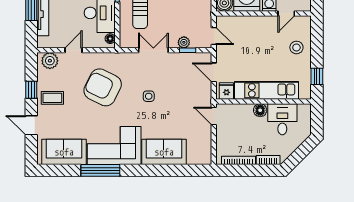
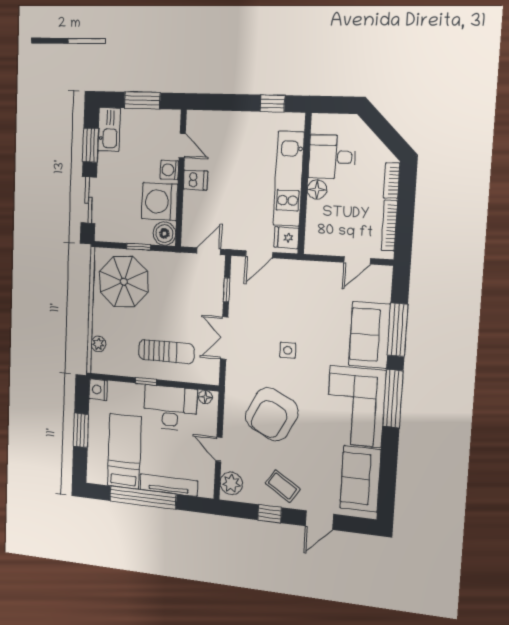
dishwasher: (263, 24) -> (195, 180), added
plant: (184, 42) -> (215, 294), removed
stool: (296, 47) -> (230, 133), removed
coffee table: (52, 98) -> (283, 486), turned -57
door: (214, 116) -> (357, 260), moved
window: (100, 170) -> (393, 399), moved
window: (169, 170) -> (398, 330), added

